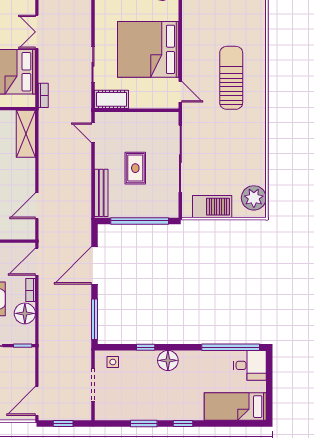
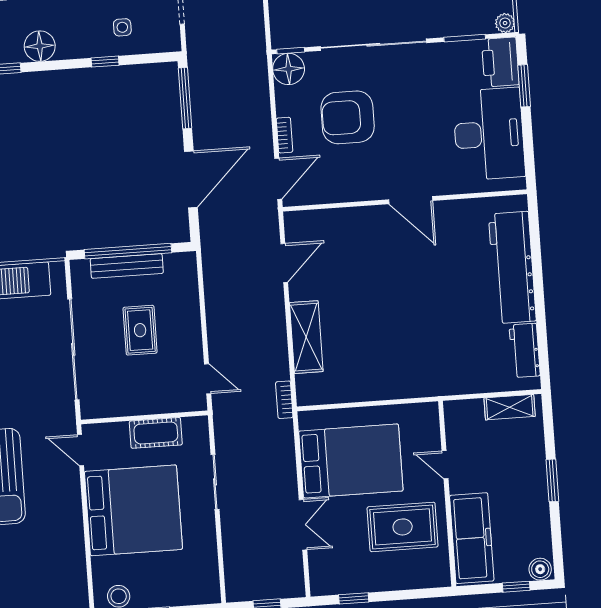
bookcase: (43, 95) -> (284, 400), moved
cot: (111, 99) -> (156, 433), moved
shelving: (26, 134) -> (306, 337), moved
bench: (101, 193) -> (127, 266), moved, turned 90
floor lamp: (25, 313) -> (289, 69), moved
floor lamp: (168, 360) -> (40, 46), moved
side table: (113, 362) -> (122, 27), moved

